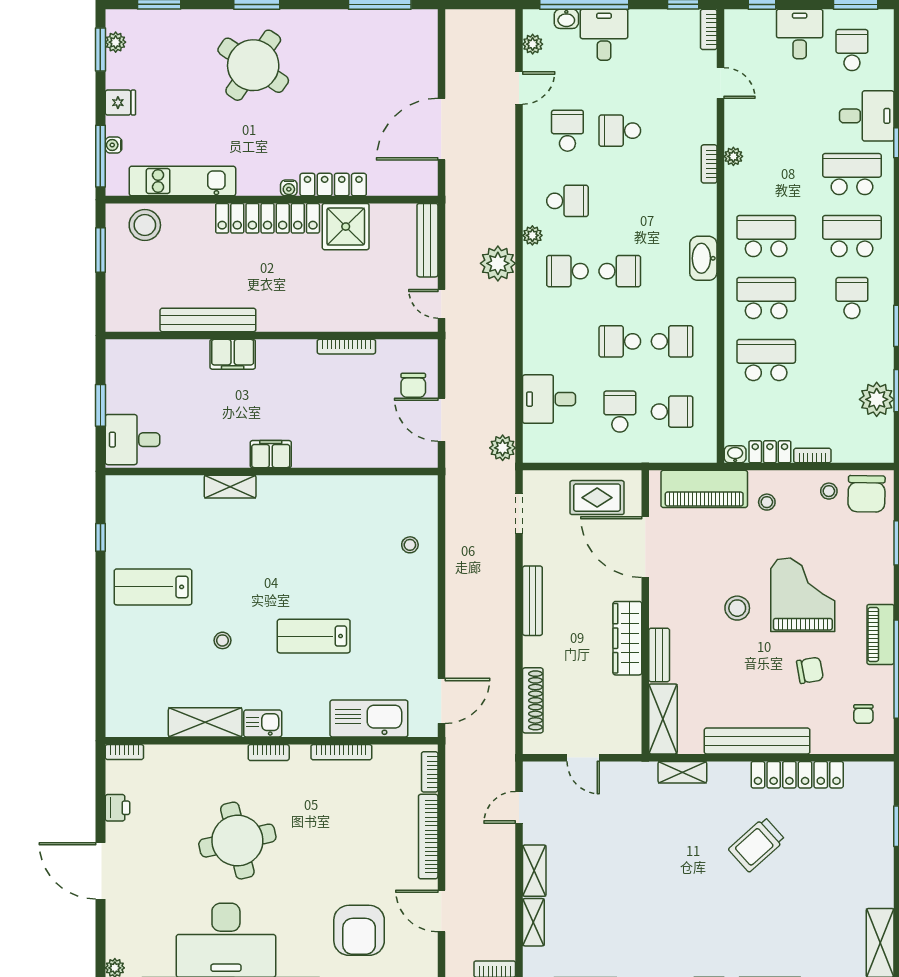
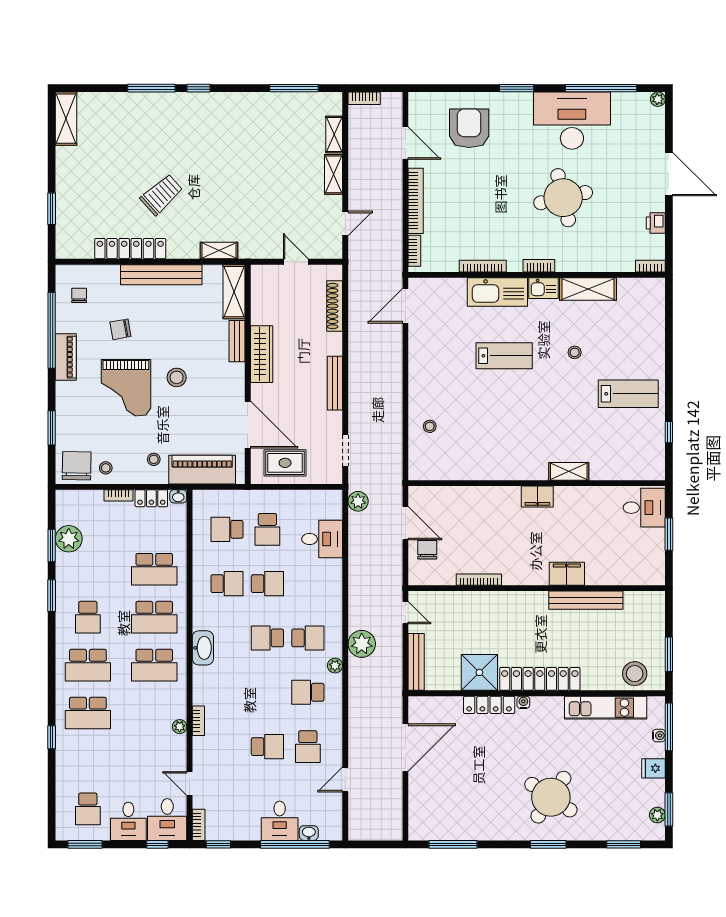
plant: (533, 44) -> (335, 814), removed
desk: (867, 116) -> (167, 820), moved, turned -90
school desk: (672, 341) -> (227, 584), turned 180
kitchen sink: (369, 719) -> (497, 292), moved

